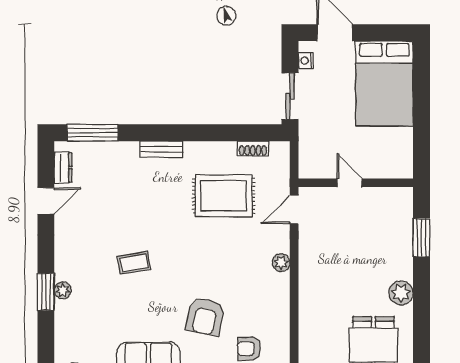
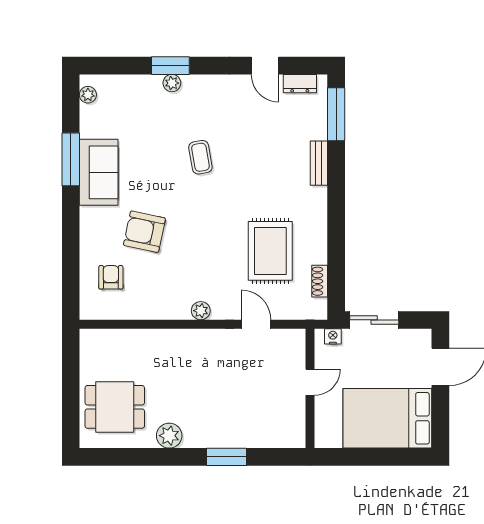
nightstand: (306, 61) -> (333, 336), moved
bench: (162, 149) -> (319, 163), moved
door: (350, 183) -> (310, 382), moved
wall: (356, 183) -> (310, 388), moved

